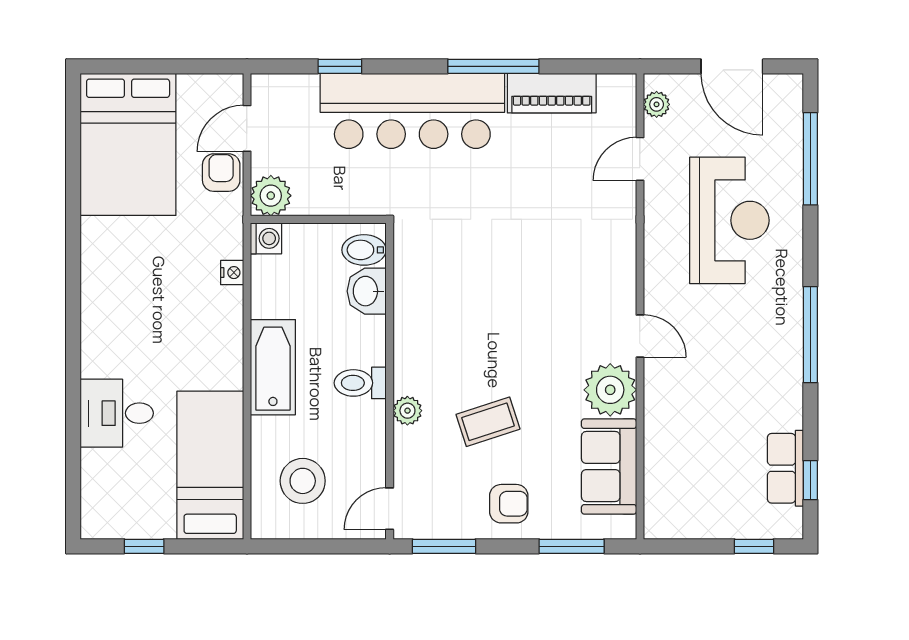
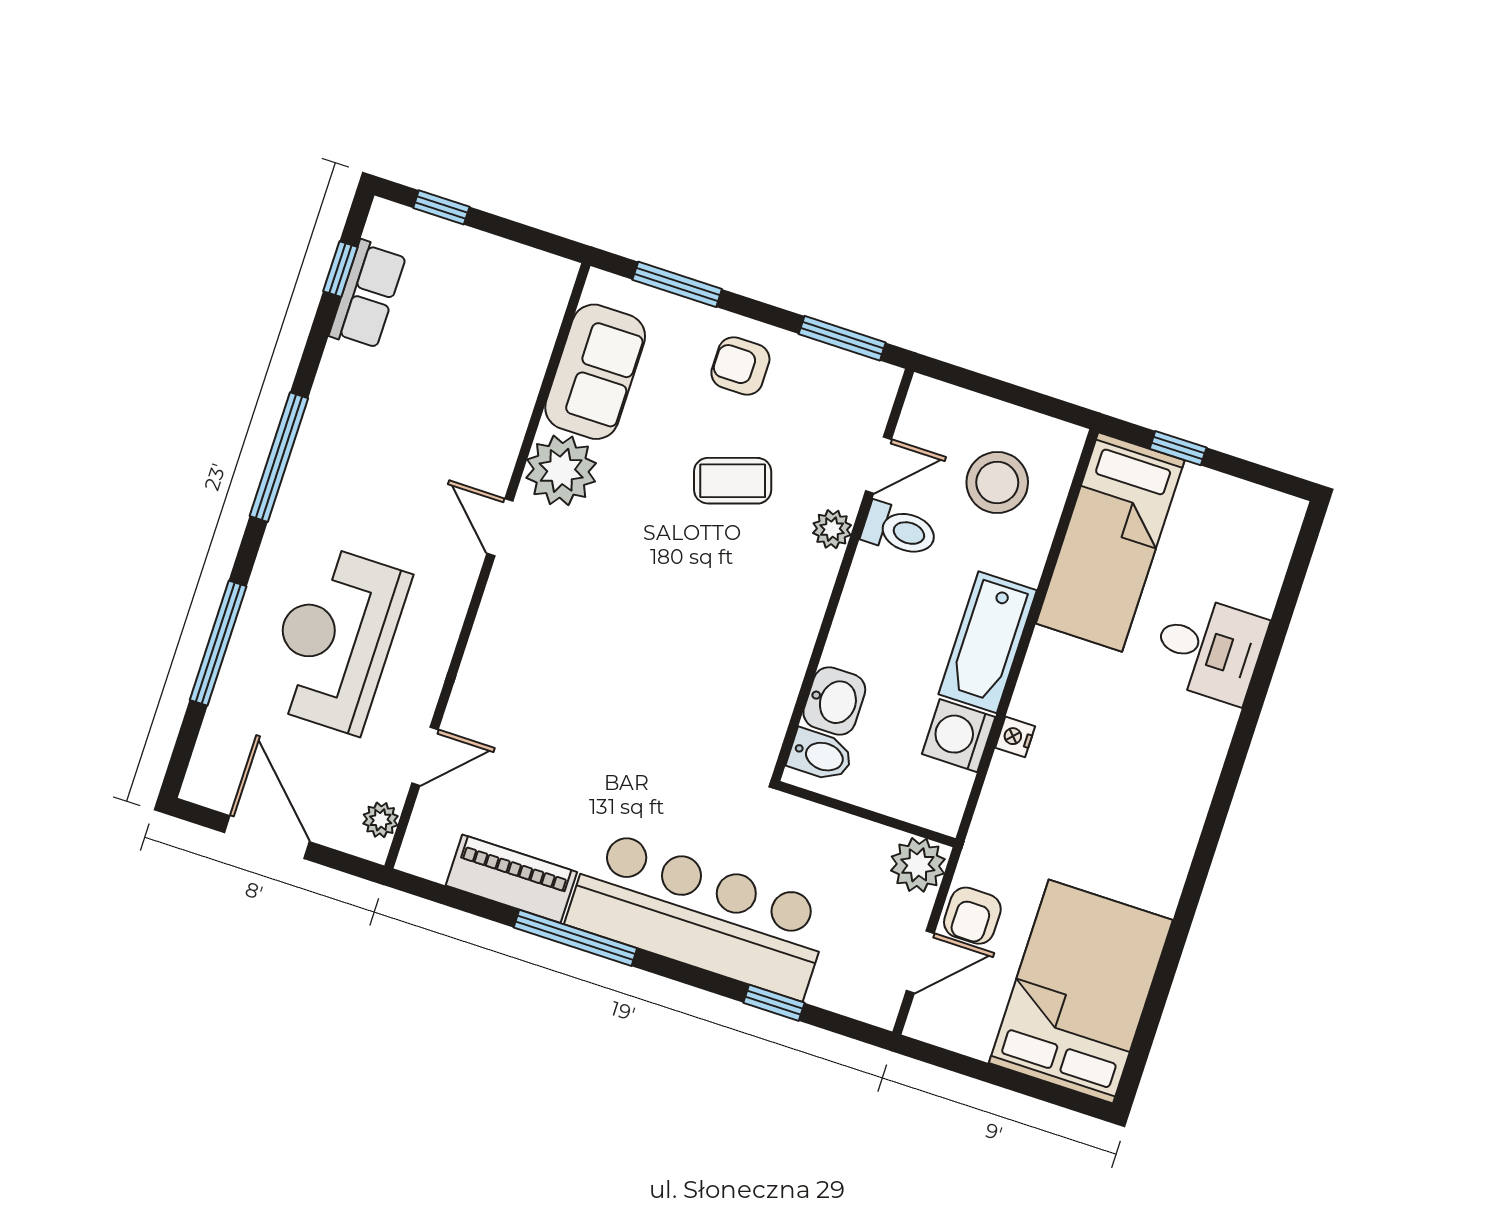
window: (810, 159) -> (218, 643), moved
washing machine: (266, 238) -> (959, 736), moved, width x1.38, depth x1.38
nightstand: (232, 273) -> (1015, 737), moved
toilet: (360, 383) -> (900, 530), moved
door: (390, 509) -> (879, 465), moved
window: (144, 546) -> (1178, 448), moved

